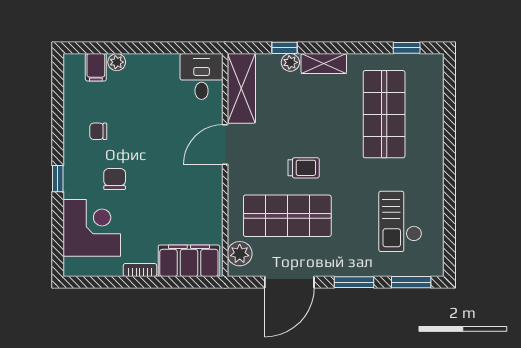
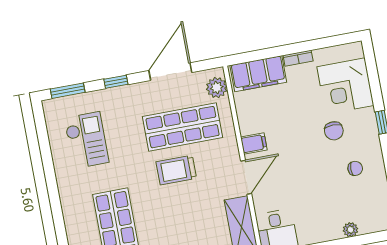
filing cabinet: (96, 67) -> (254, 144), moved, turned 90
trolley: (304, 168) -> (176, 170), width x1.36, depth x1.39
window: (354, 282) -> (116, 82), width x0.67

